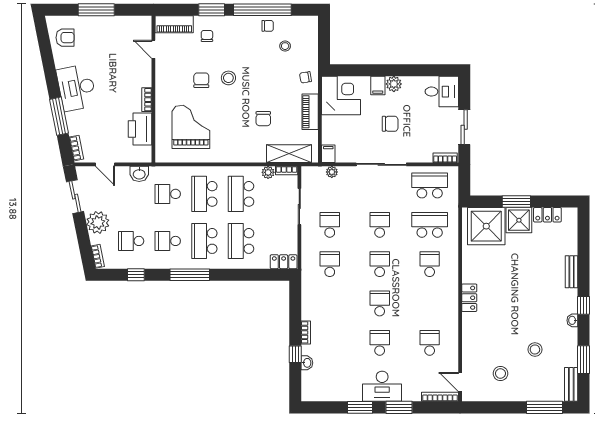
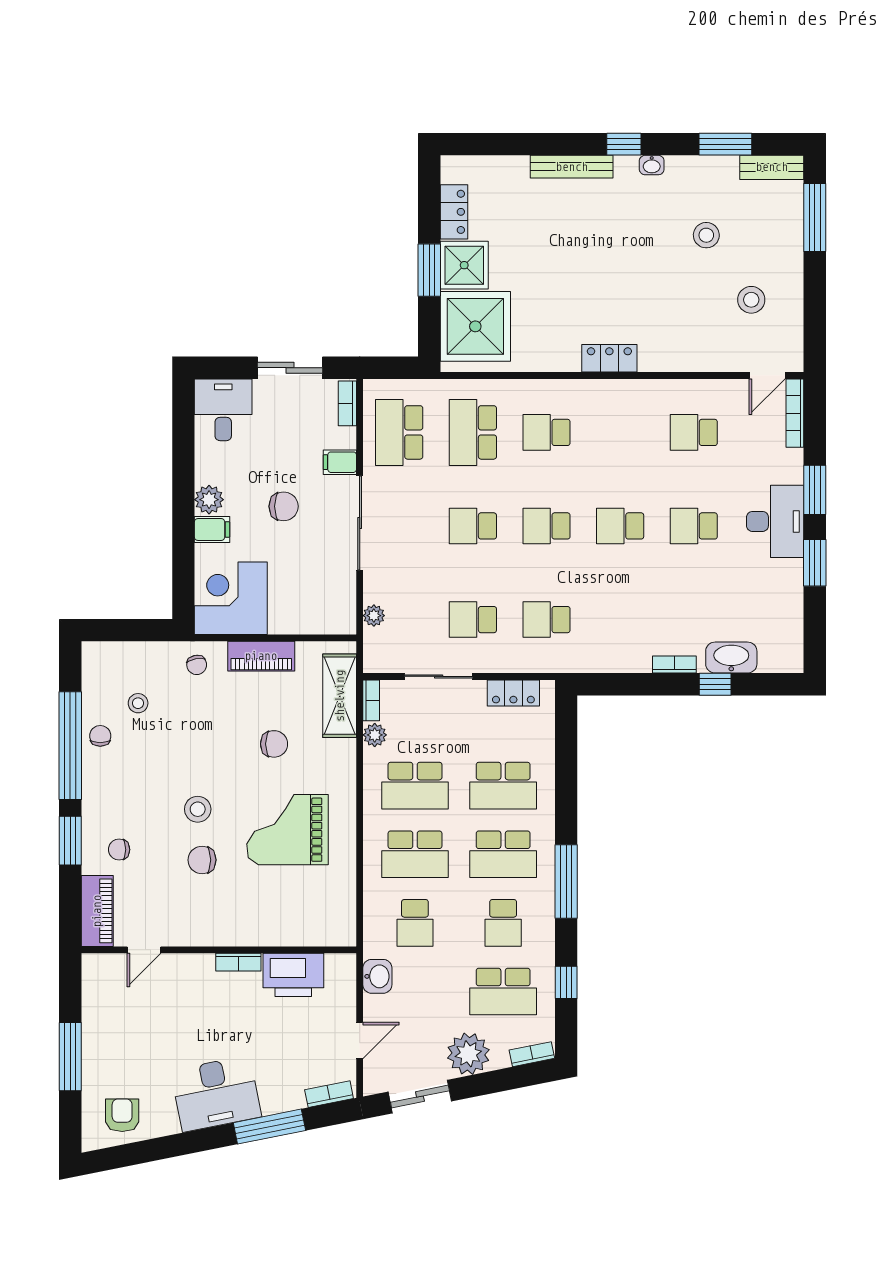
chair: (390, 124) -> (284, 506), turned 90
grand piano: (191, 127) -> (288, 830), moved
filing cabinet: (328, 154) -> (340, 462), moved
school desk: (131, 241) -> (503, 992), width x1.85
locker: (284, 262) -> (513, 693), moved, turned -90
bench: (572, 272) -> (572, 167), width x1.36
washbasin: (307, 363) -> (731, 658), width x1.91, depth x1.45

